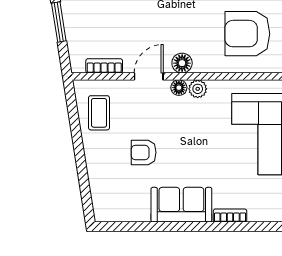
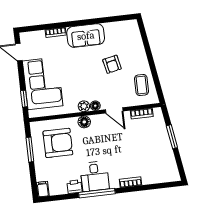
floor lamp: (182, 63) -> (84, 122), moved
door: (149, 76) -> (114, 110), hinge flipped
armchair: (144, 152) -> (112, 64), turned 78

